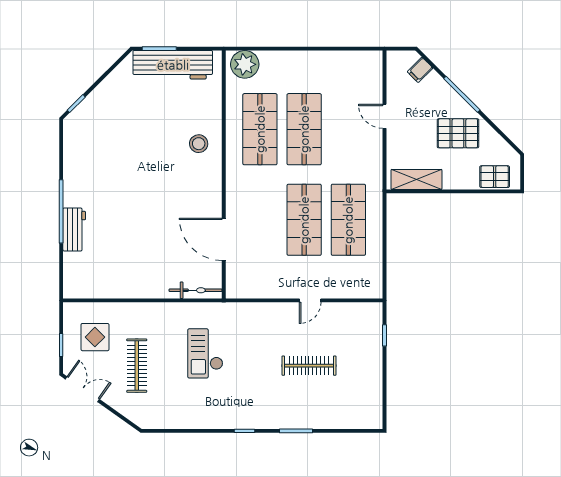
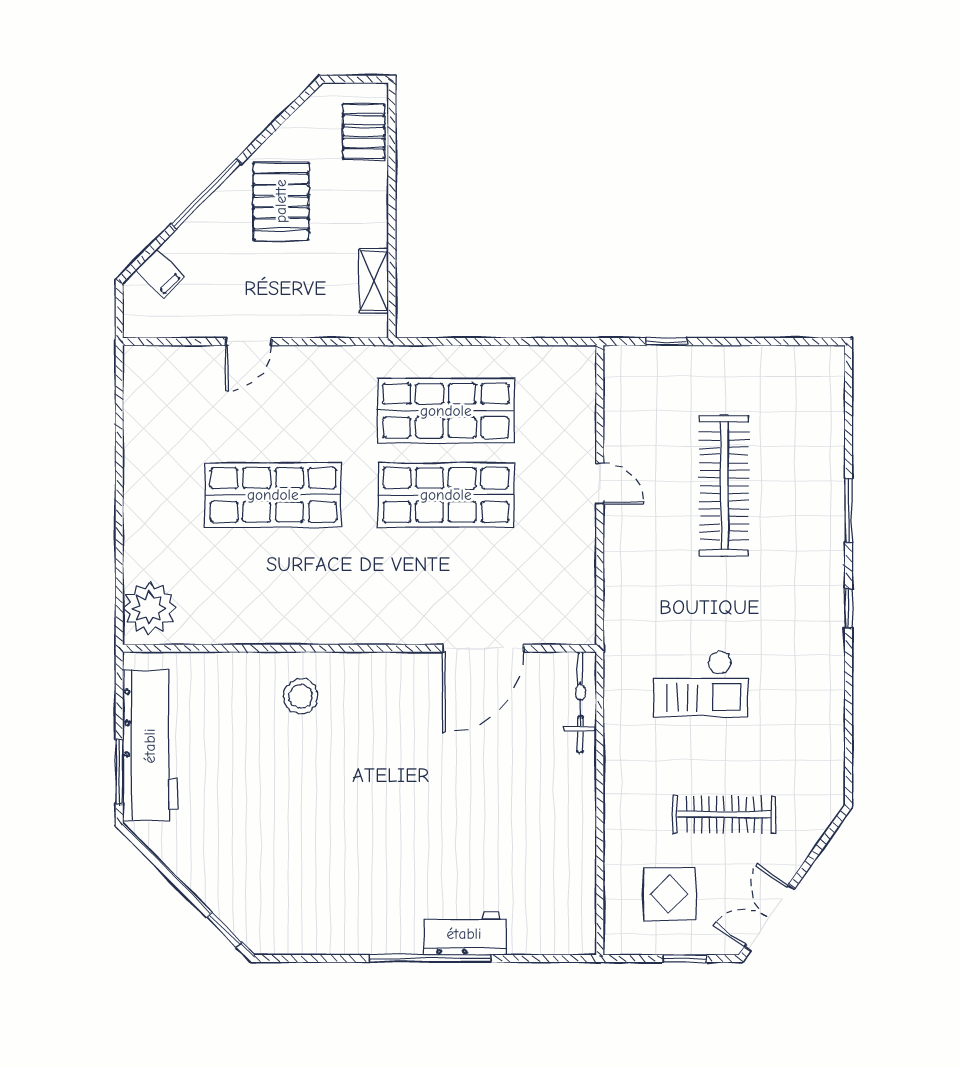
shop shelf: (260, 129) -> (273, 579), removed
shelving: (416, 179) -> (374, 281), width x0.67, depth x0.75
clothes rail: (309, 366) -> (724, 486), width x1.37, depth x1.31

